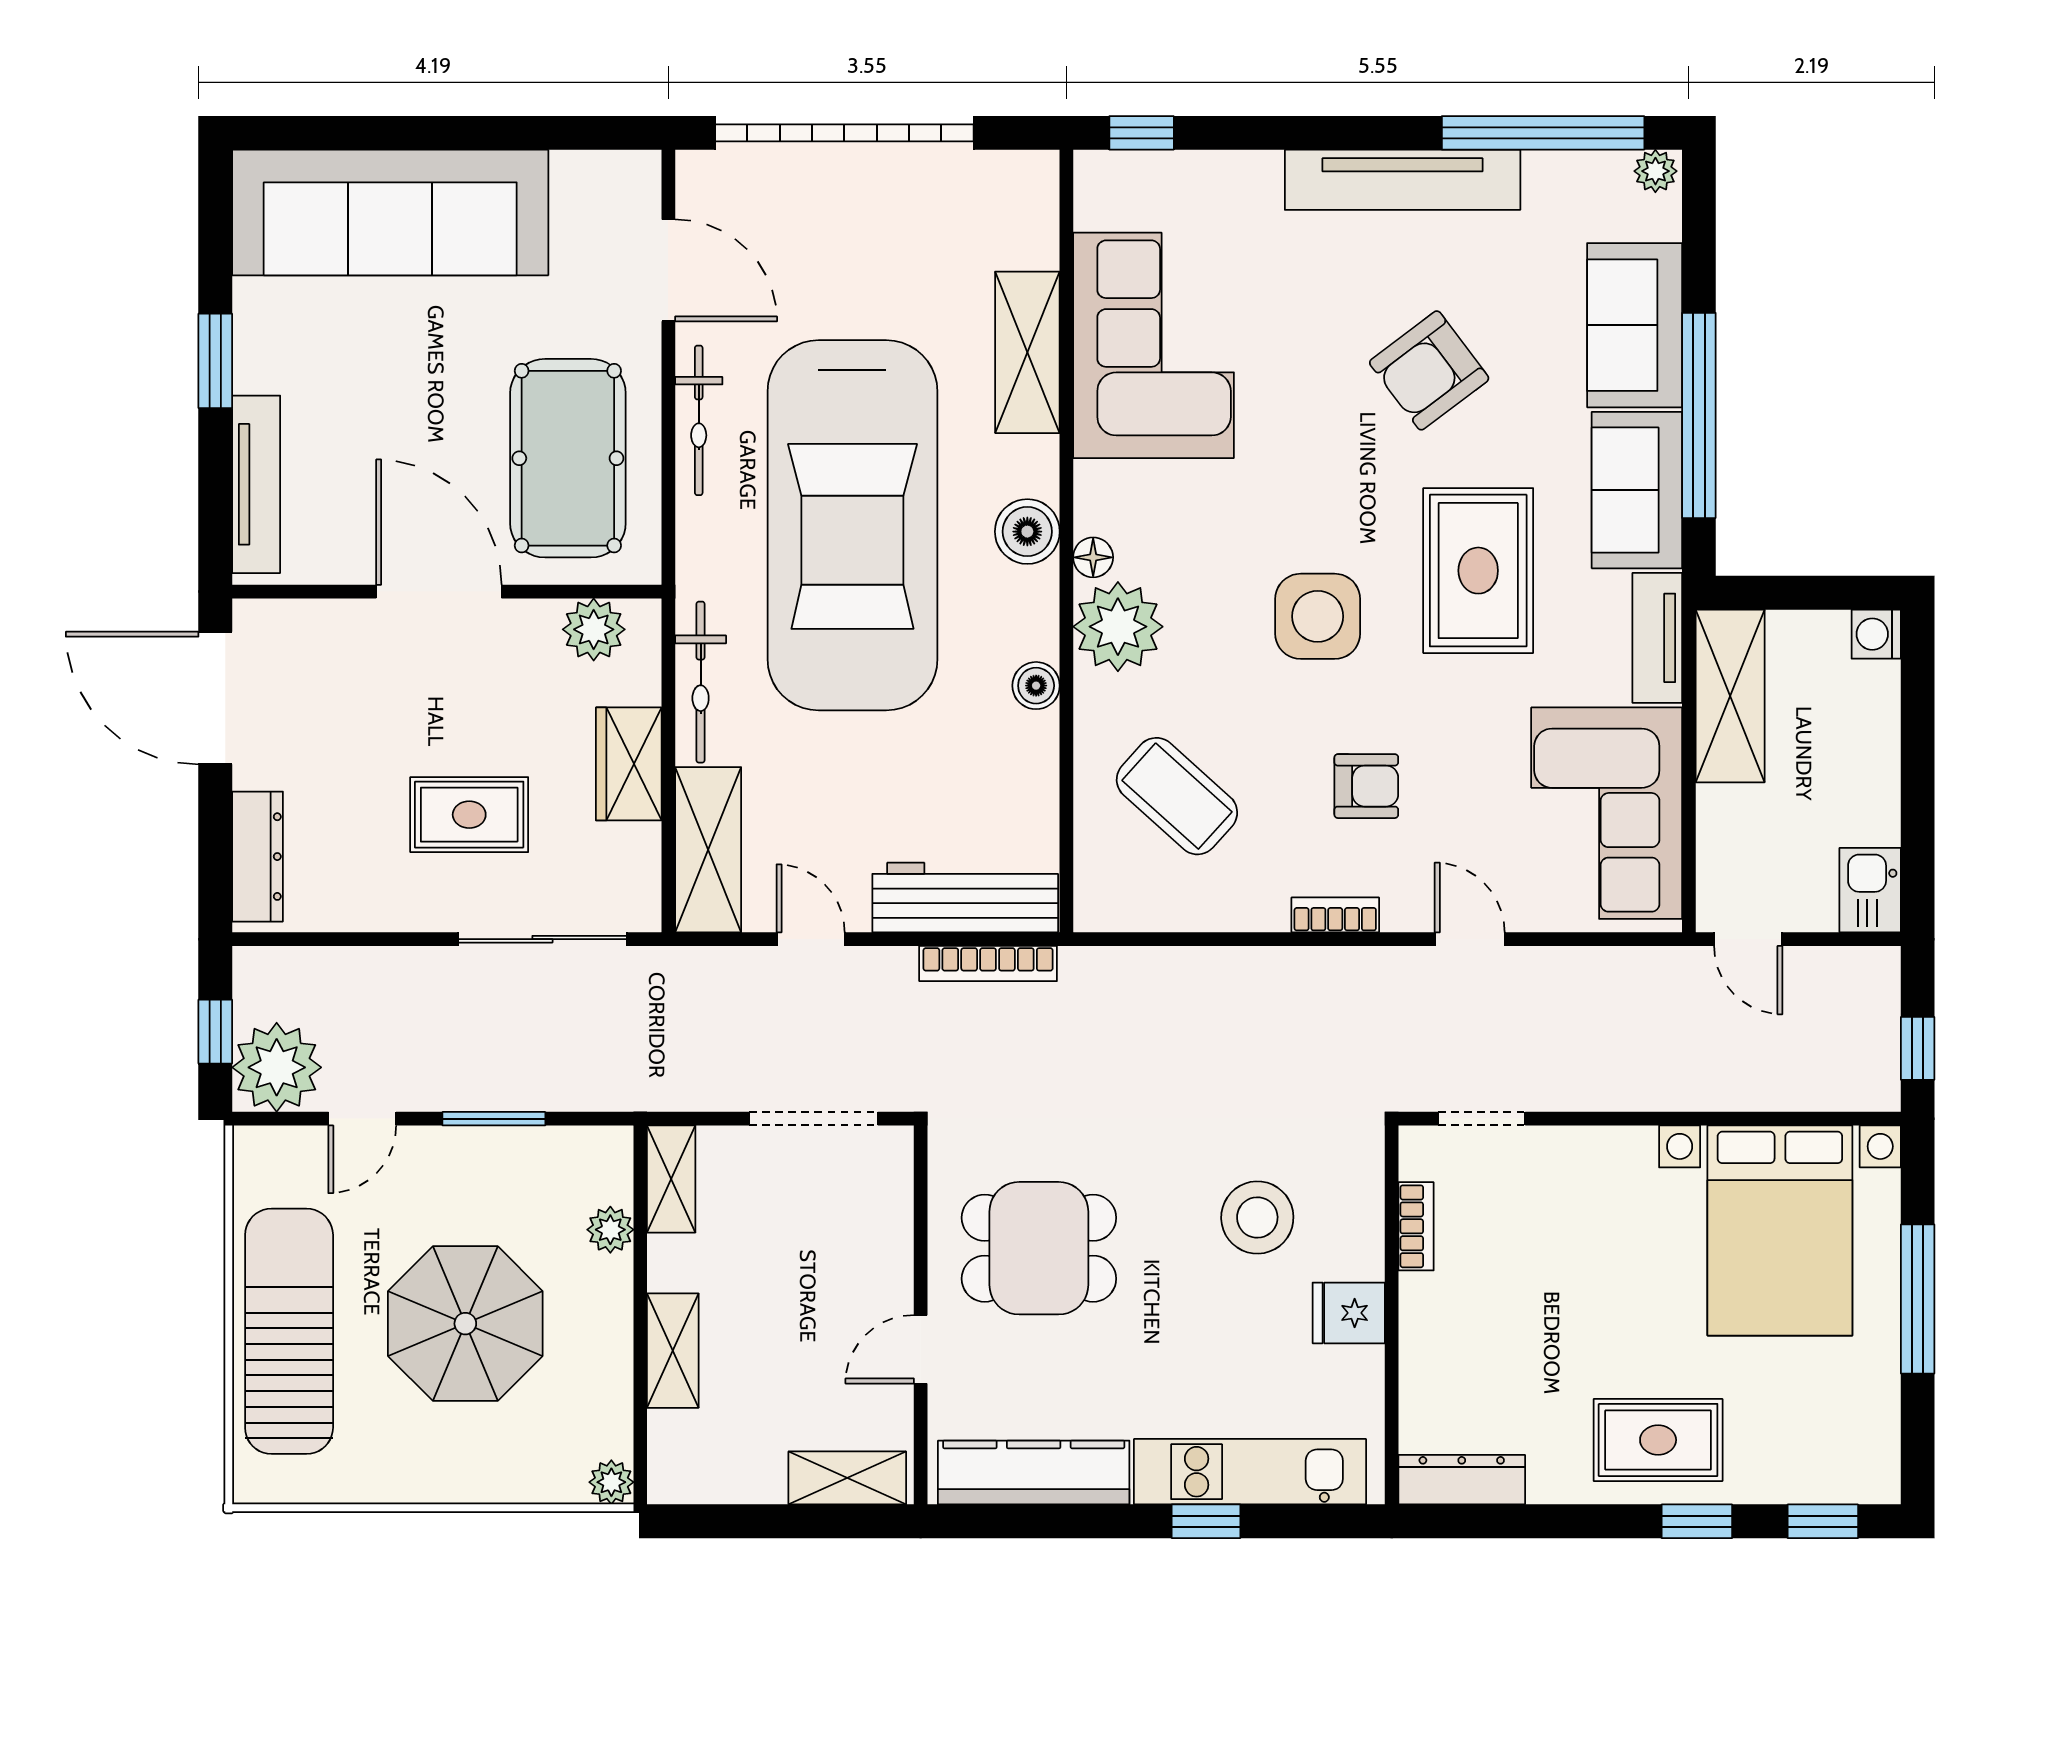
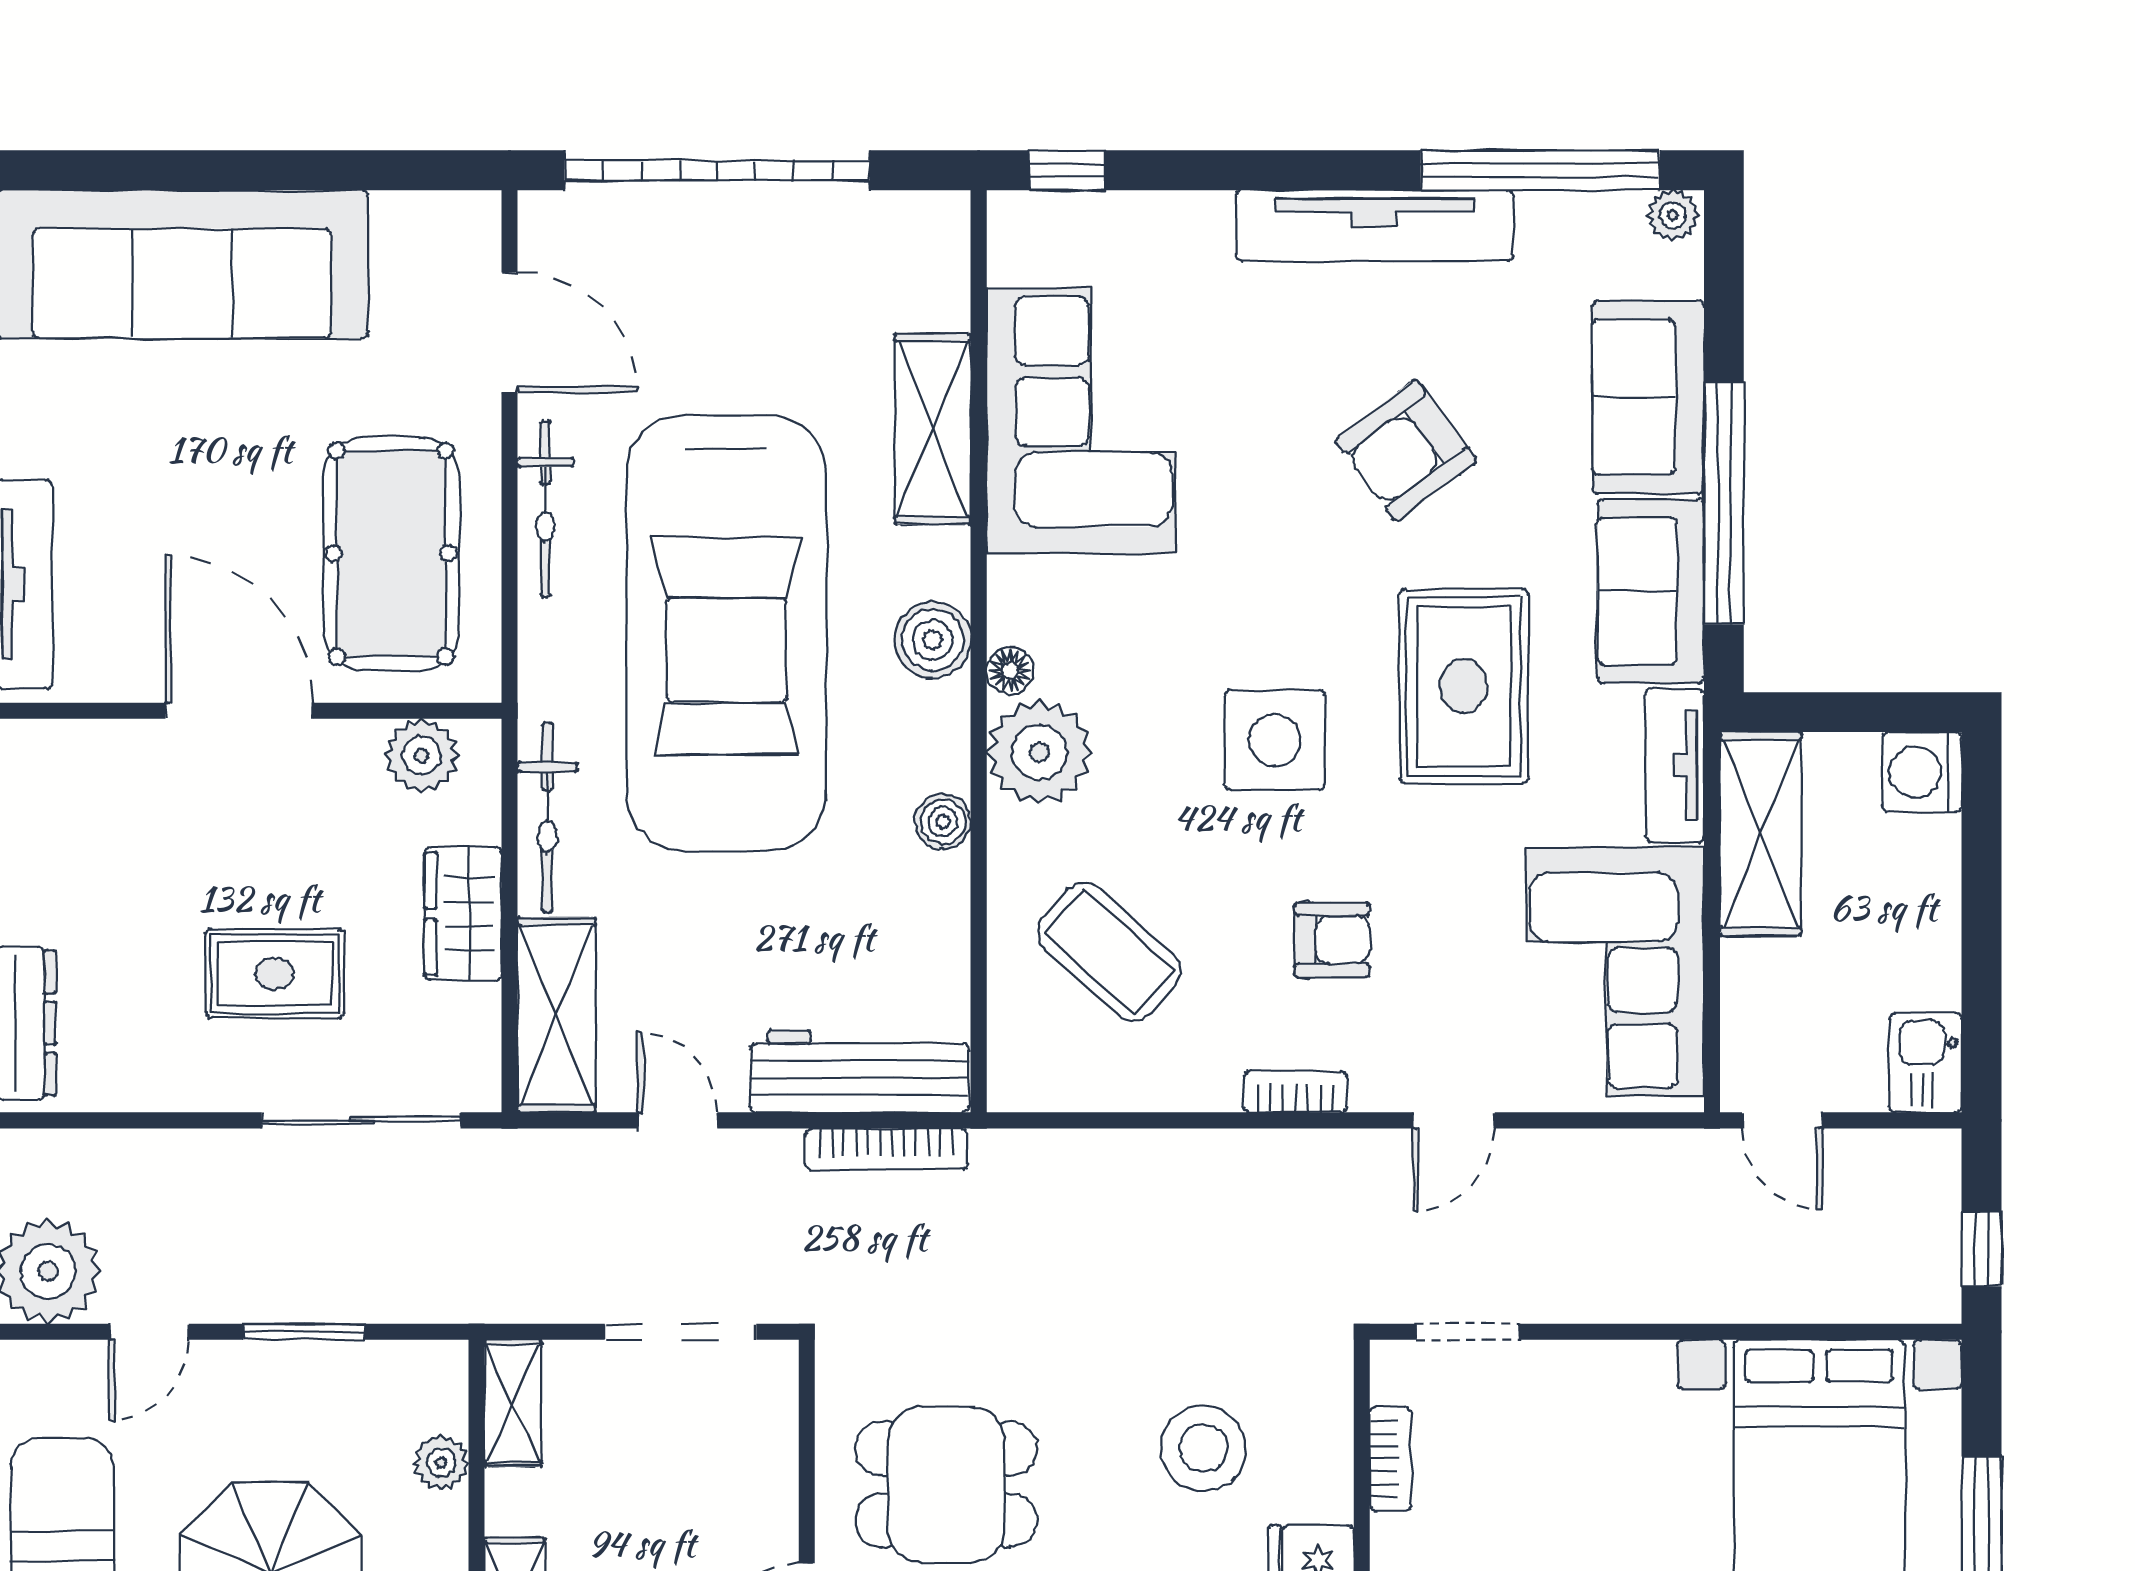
washing machine: (1876, 634) -> (1922, 772), width x1.38, depth x1.38
door: (1470, 939) -> (1454, 1120), swing flipped

